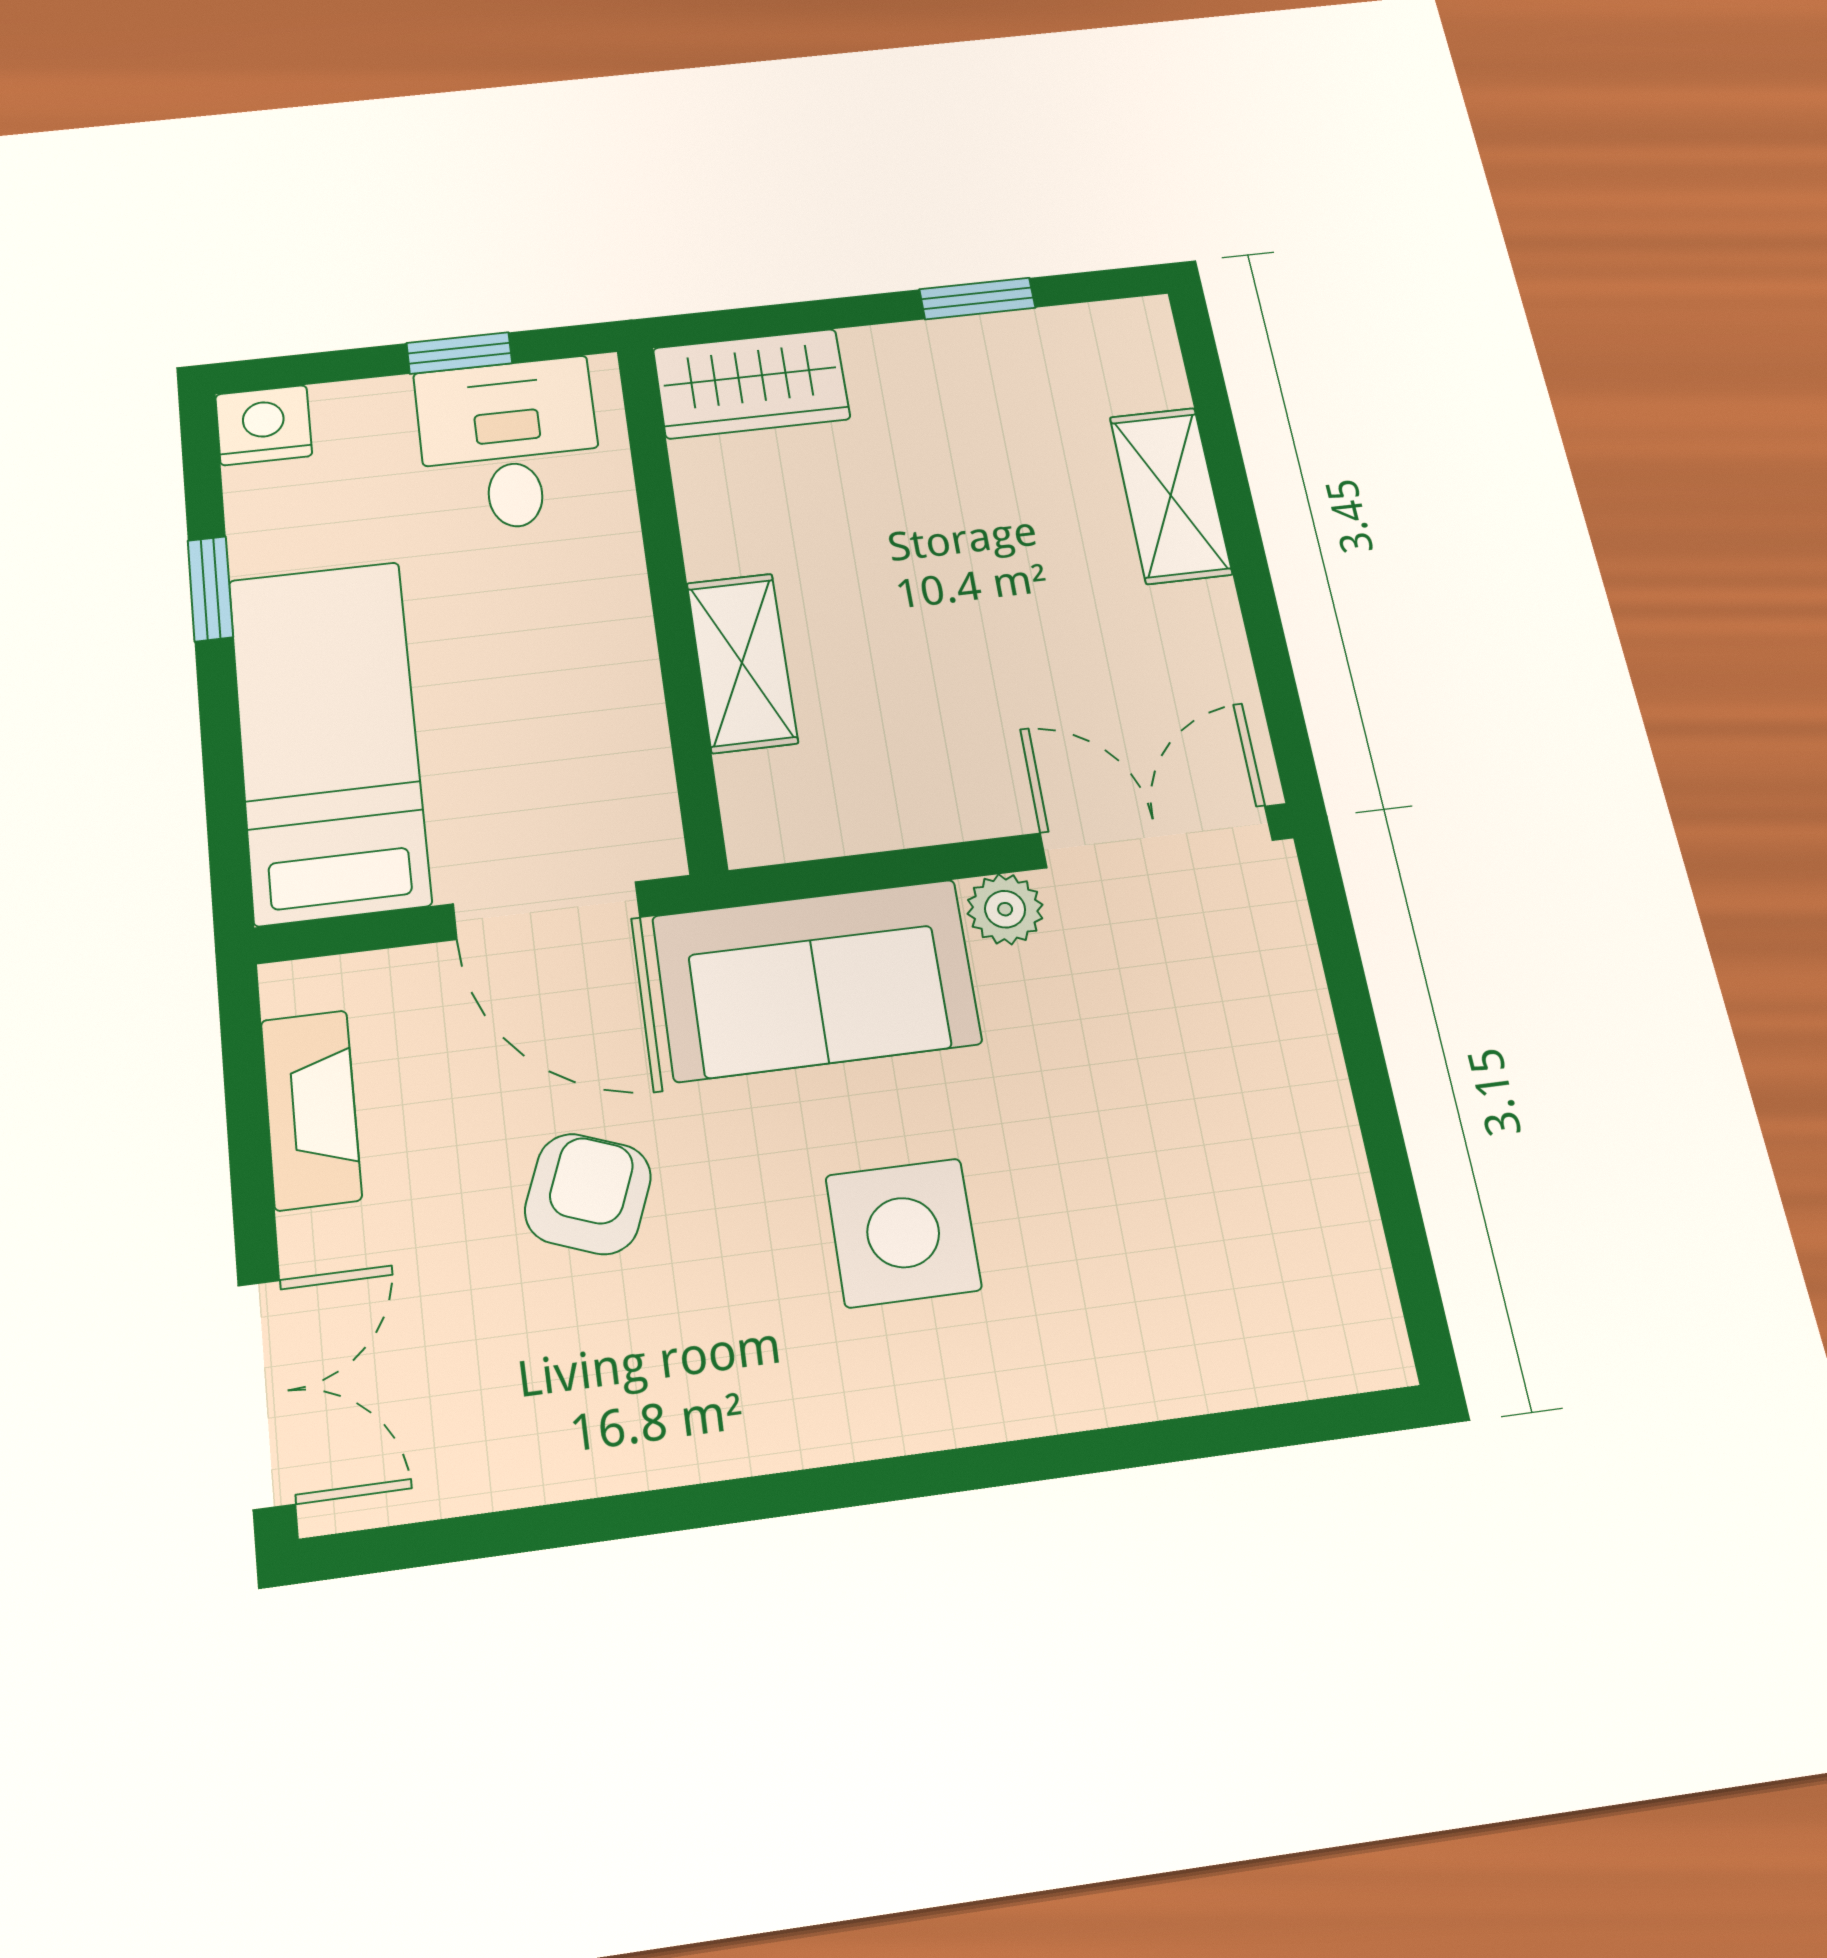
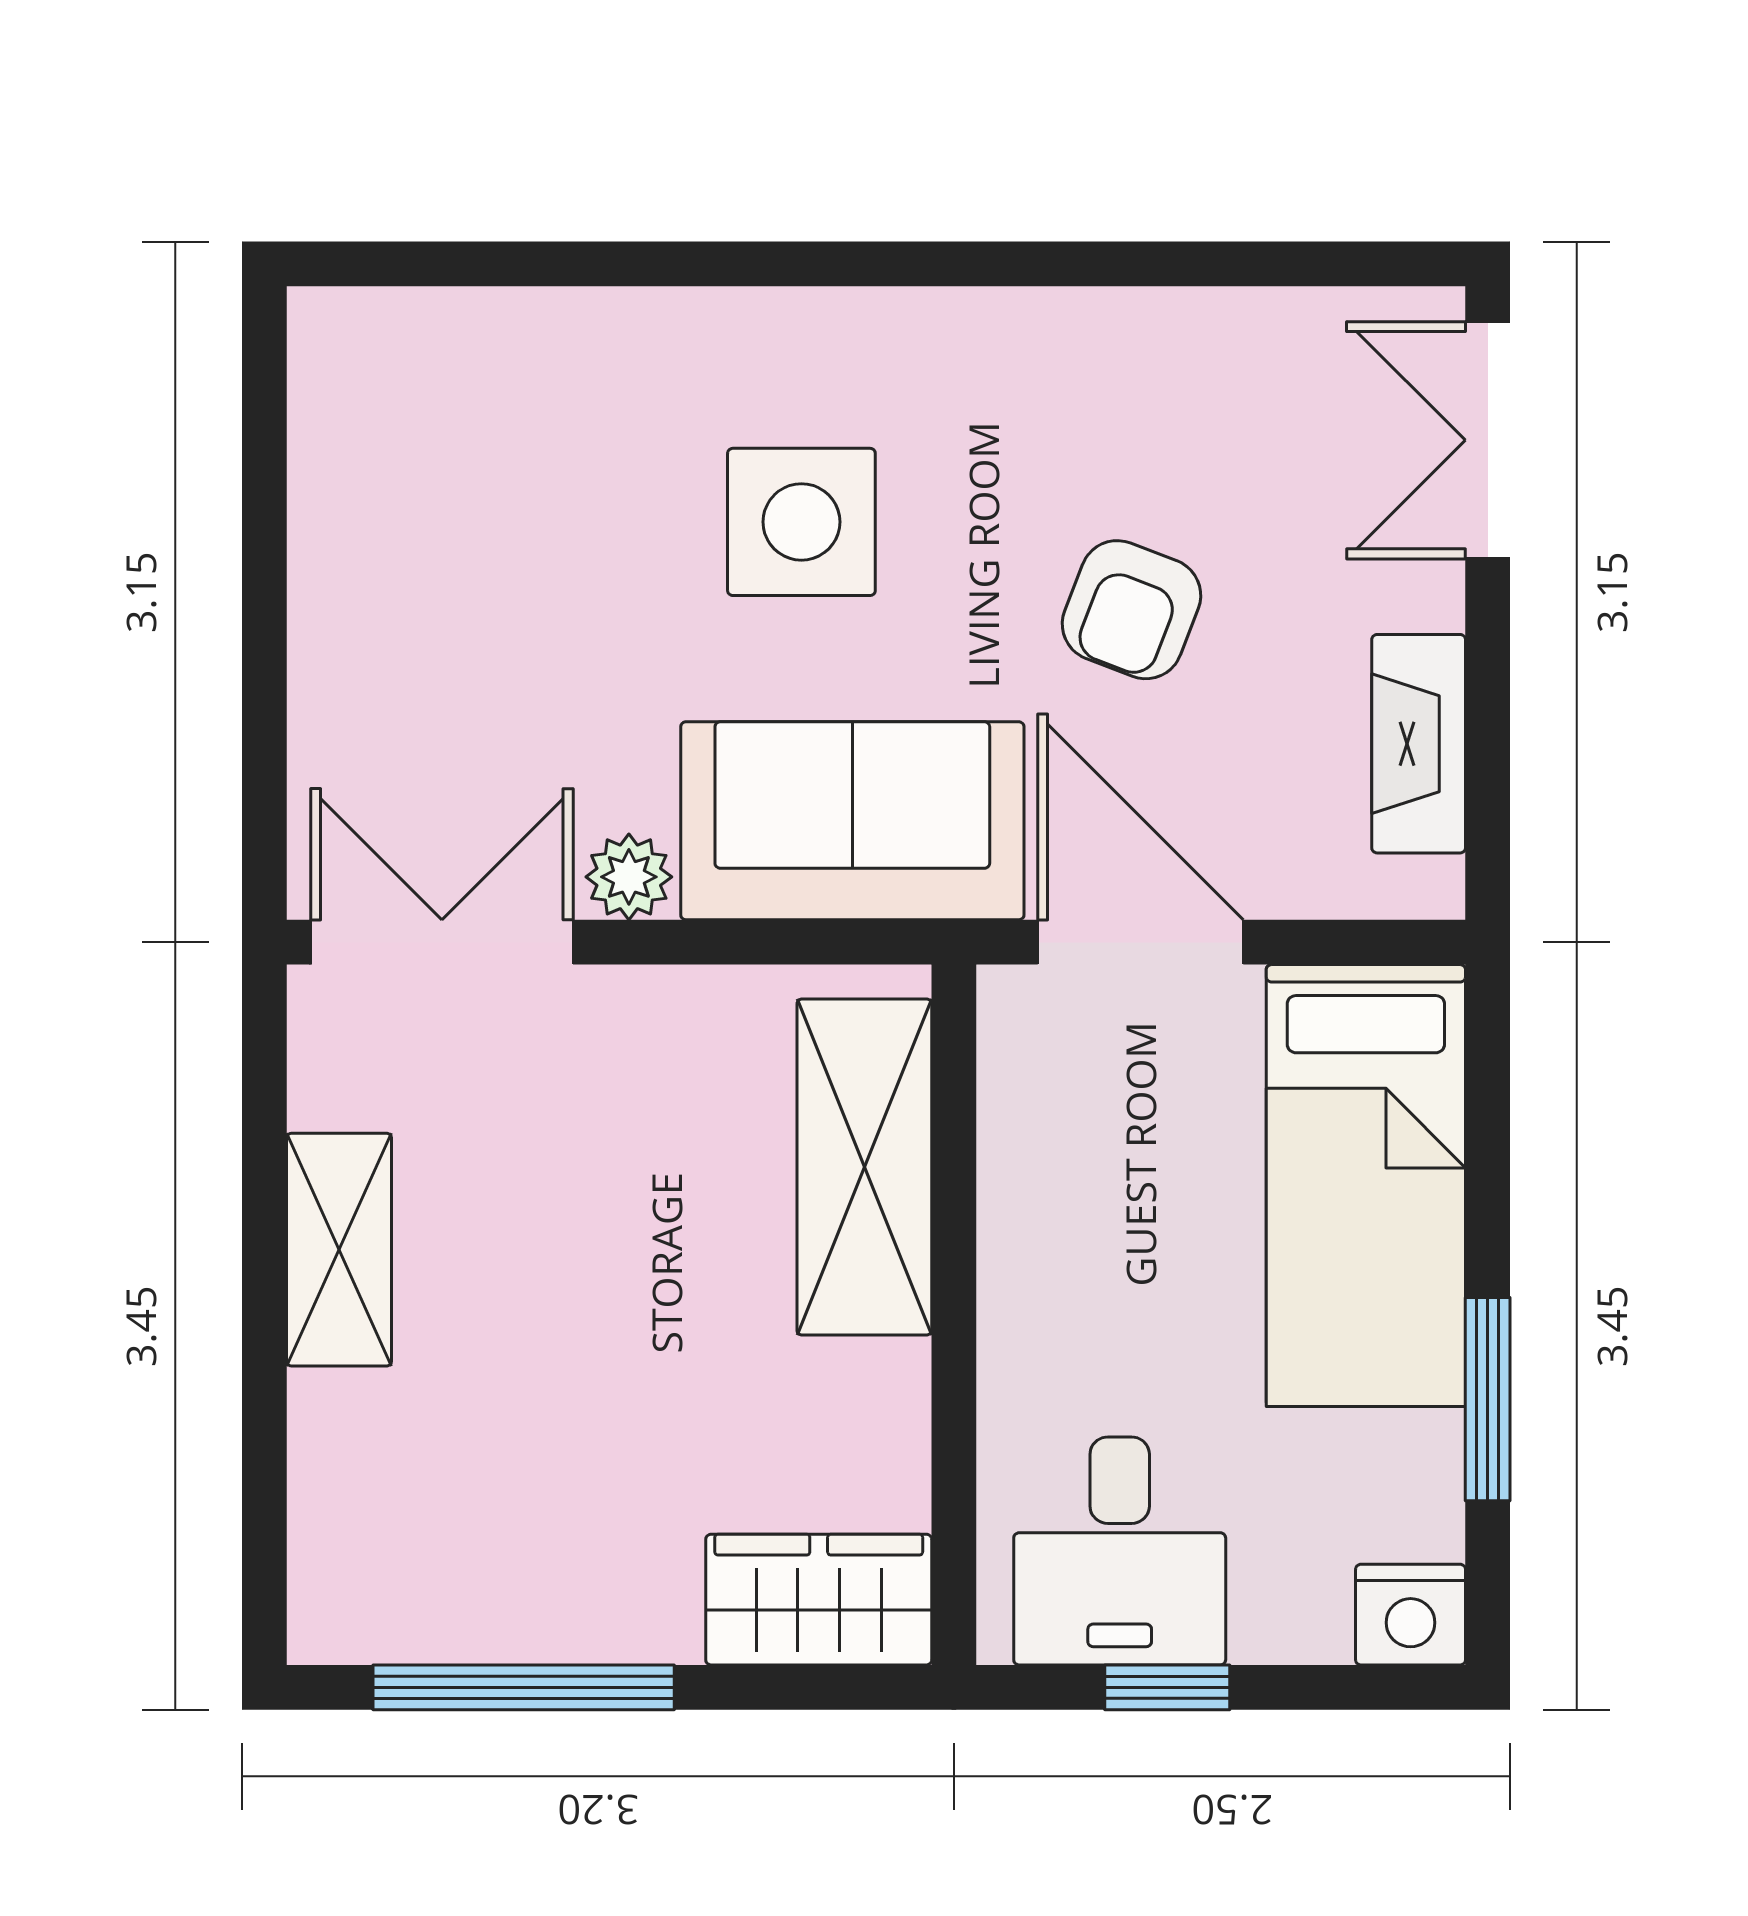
window: (977, 298) -> (524, 1687), width x2.17
shelving: (1171, 495) -> (339, 1250), moved
window: (210, 589) -> (1488, 1399), width x1.50
shelving: (742, 663) -> (864, 1167), width x1.50, depth x1.33
double door: (1157, 837) -> (442, 942), swing flipped

